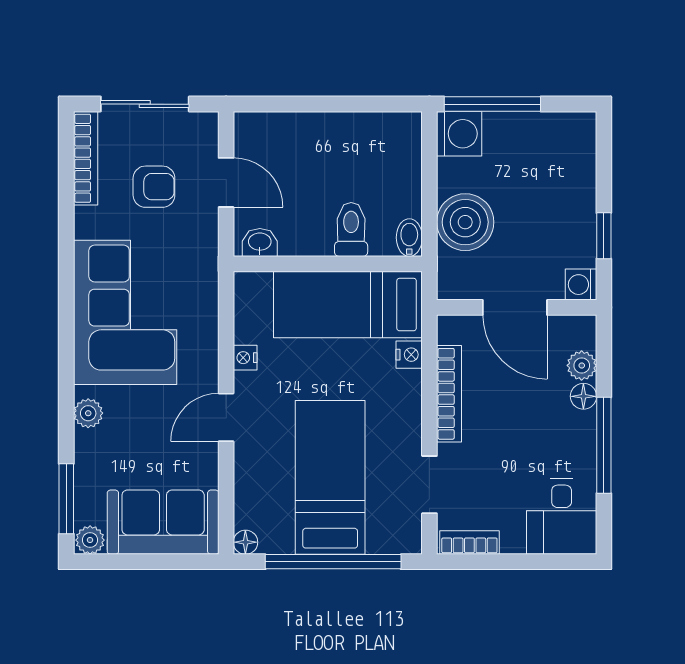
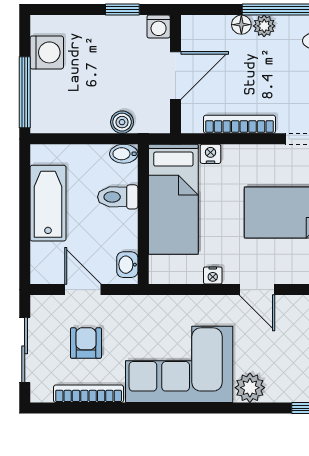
washing machine: (459, 134) -> (47, 52), moved, turned 90
bathtub: (343, 135) -> (48, 203), added
bookcase: (86, 158) -> (89, 394), moved
door: (226, 182) -> (83, 290), hinge flipped
boiler: (465, 222) -> (122, 122), width x0.54, depth x0.54
plant: (582, 365) -> (264, 26), moved
plant: (88, 413) -> (250, 388), width x1.38, depth x1.38

